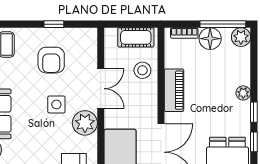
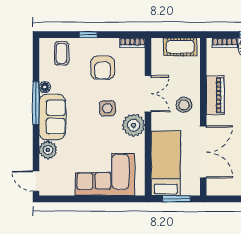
window: (54, 24) -> (88, 35), moved
bookcase: (84, 33) -> (132, 43), added
stool: (142, 70) -> (184, 105), moved

